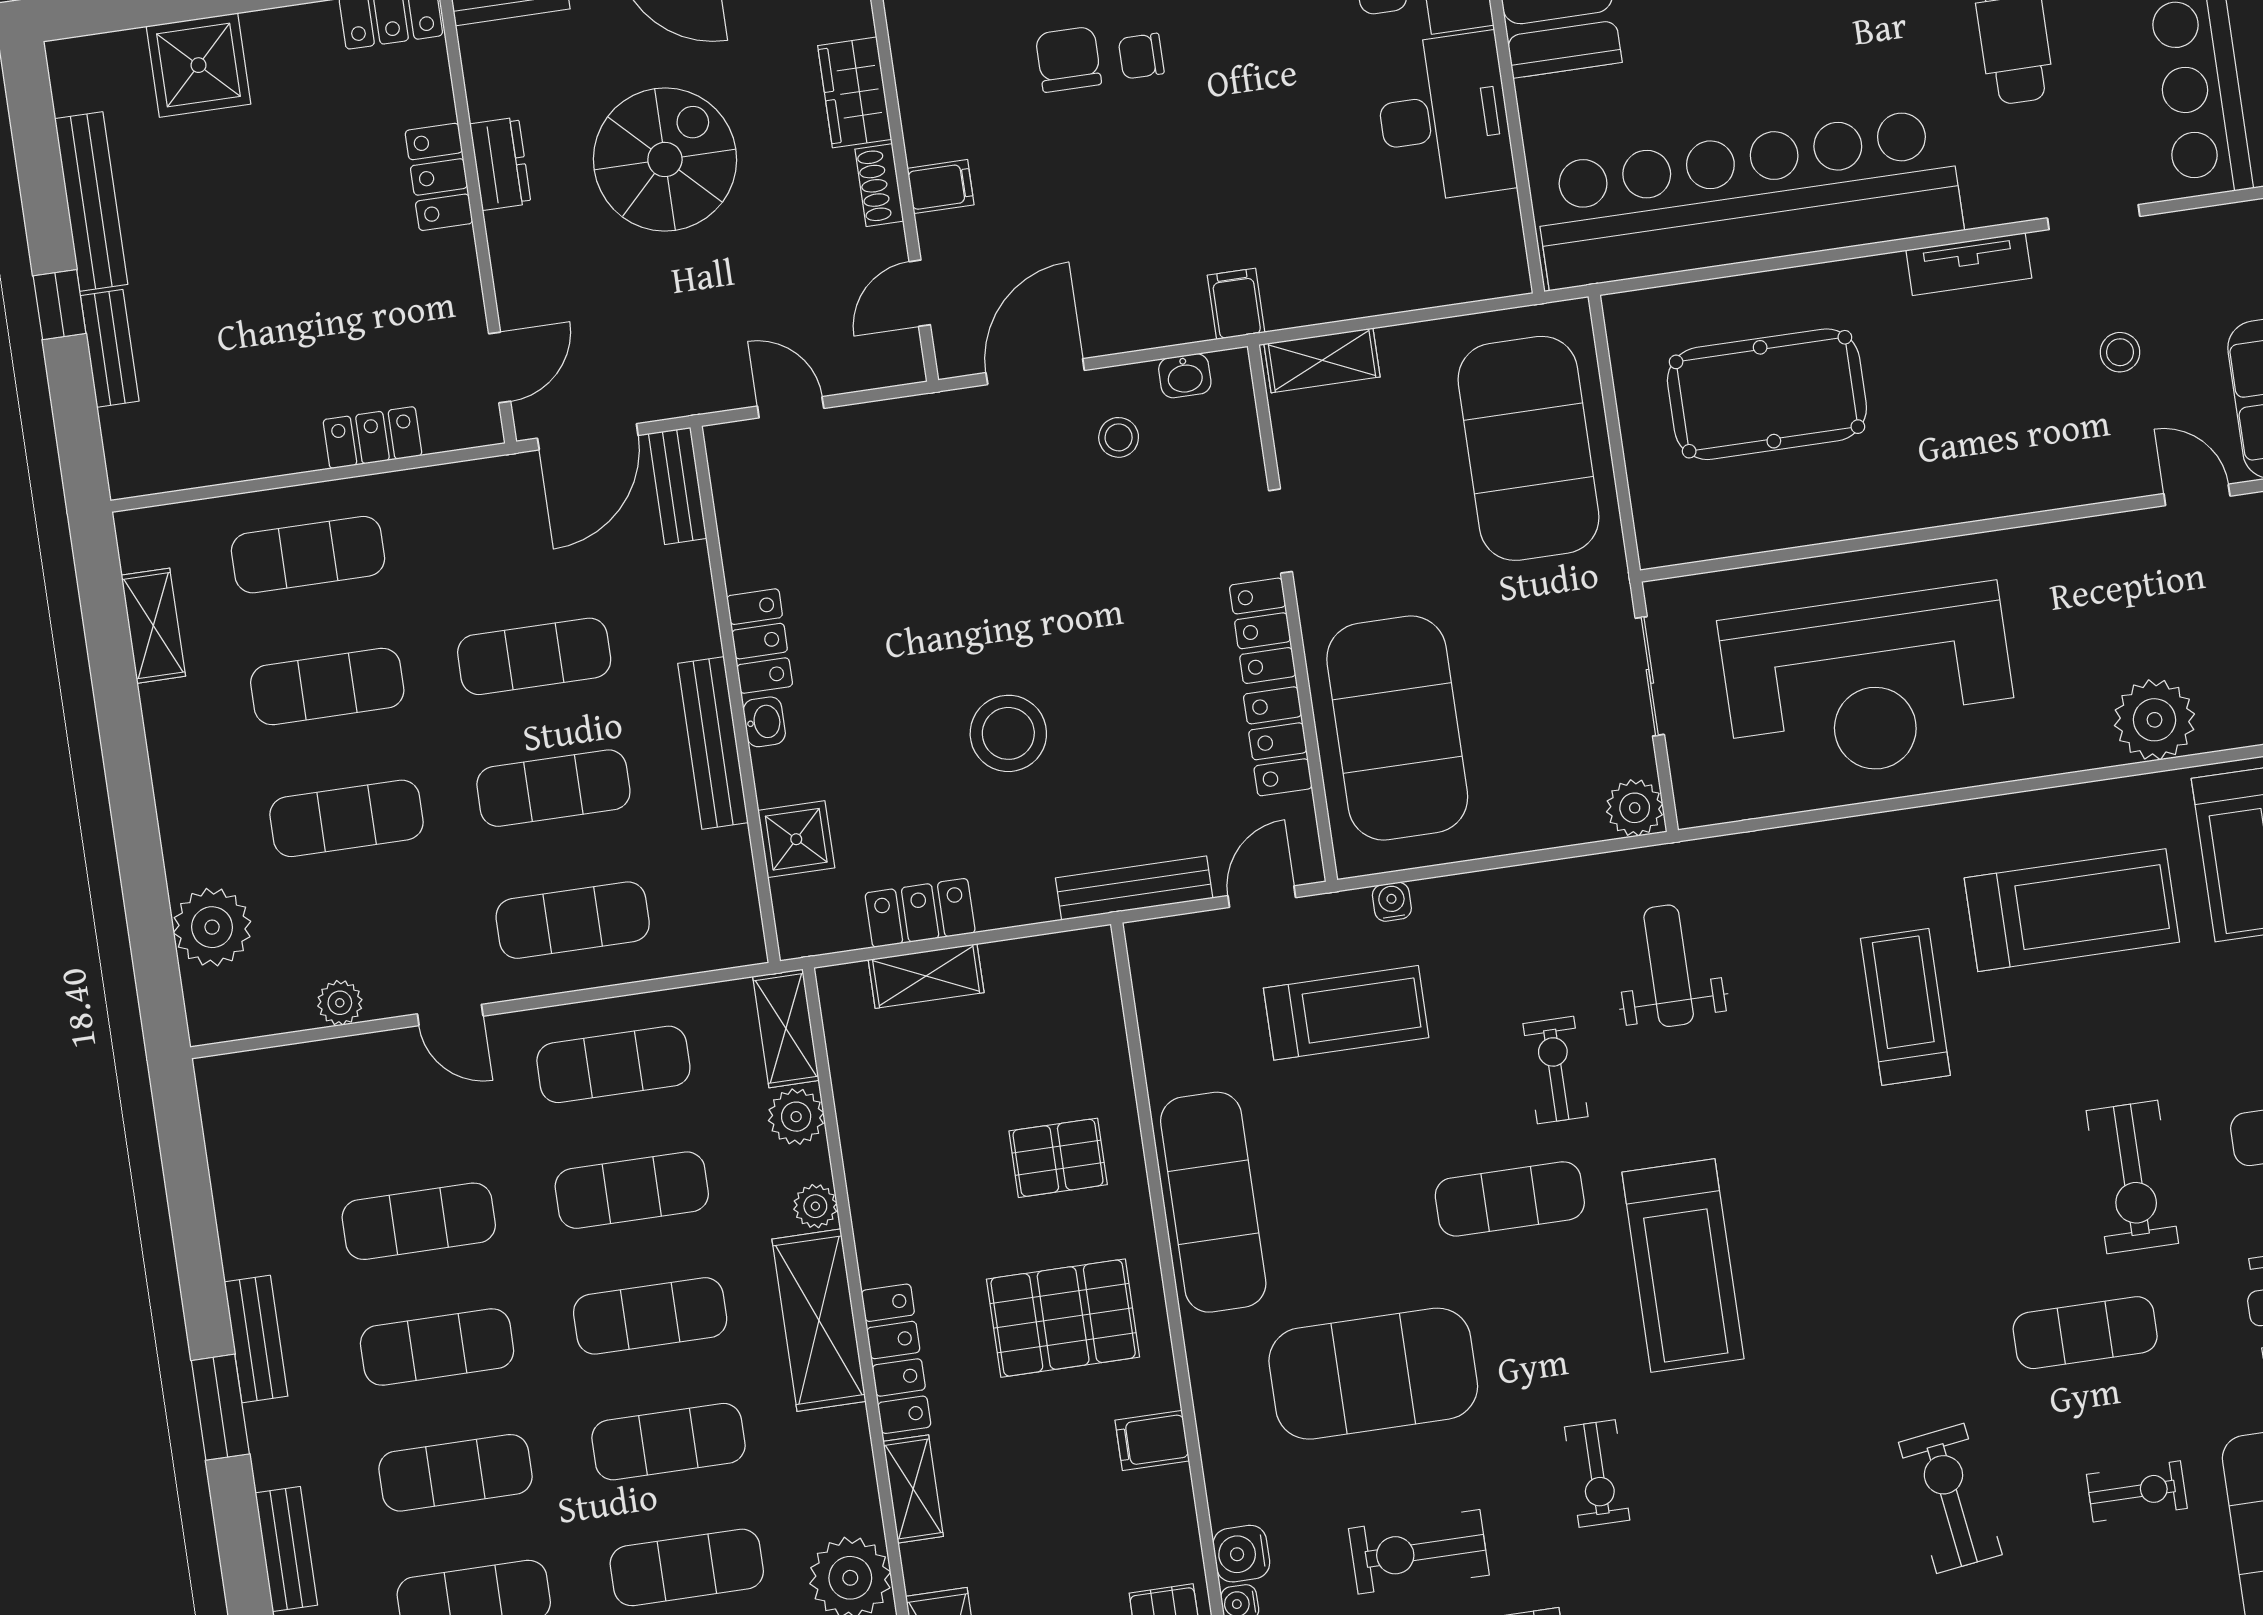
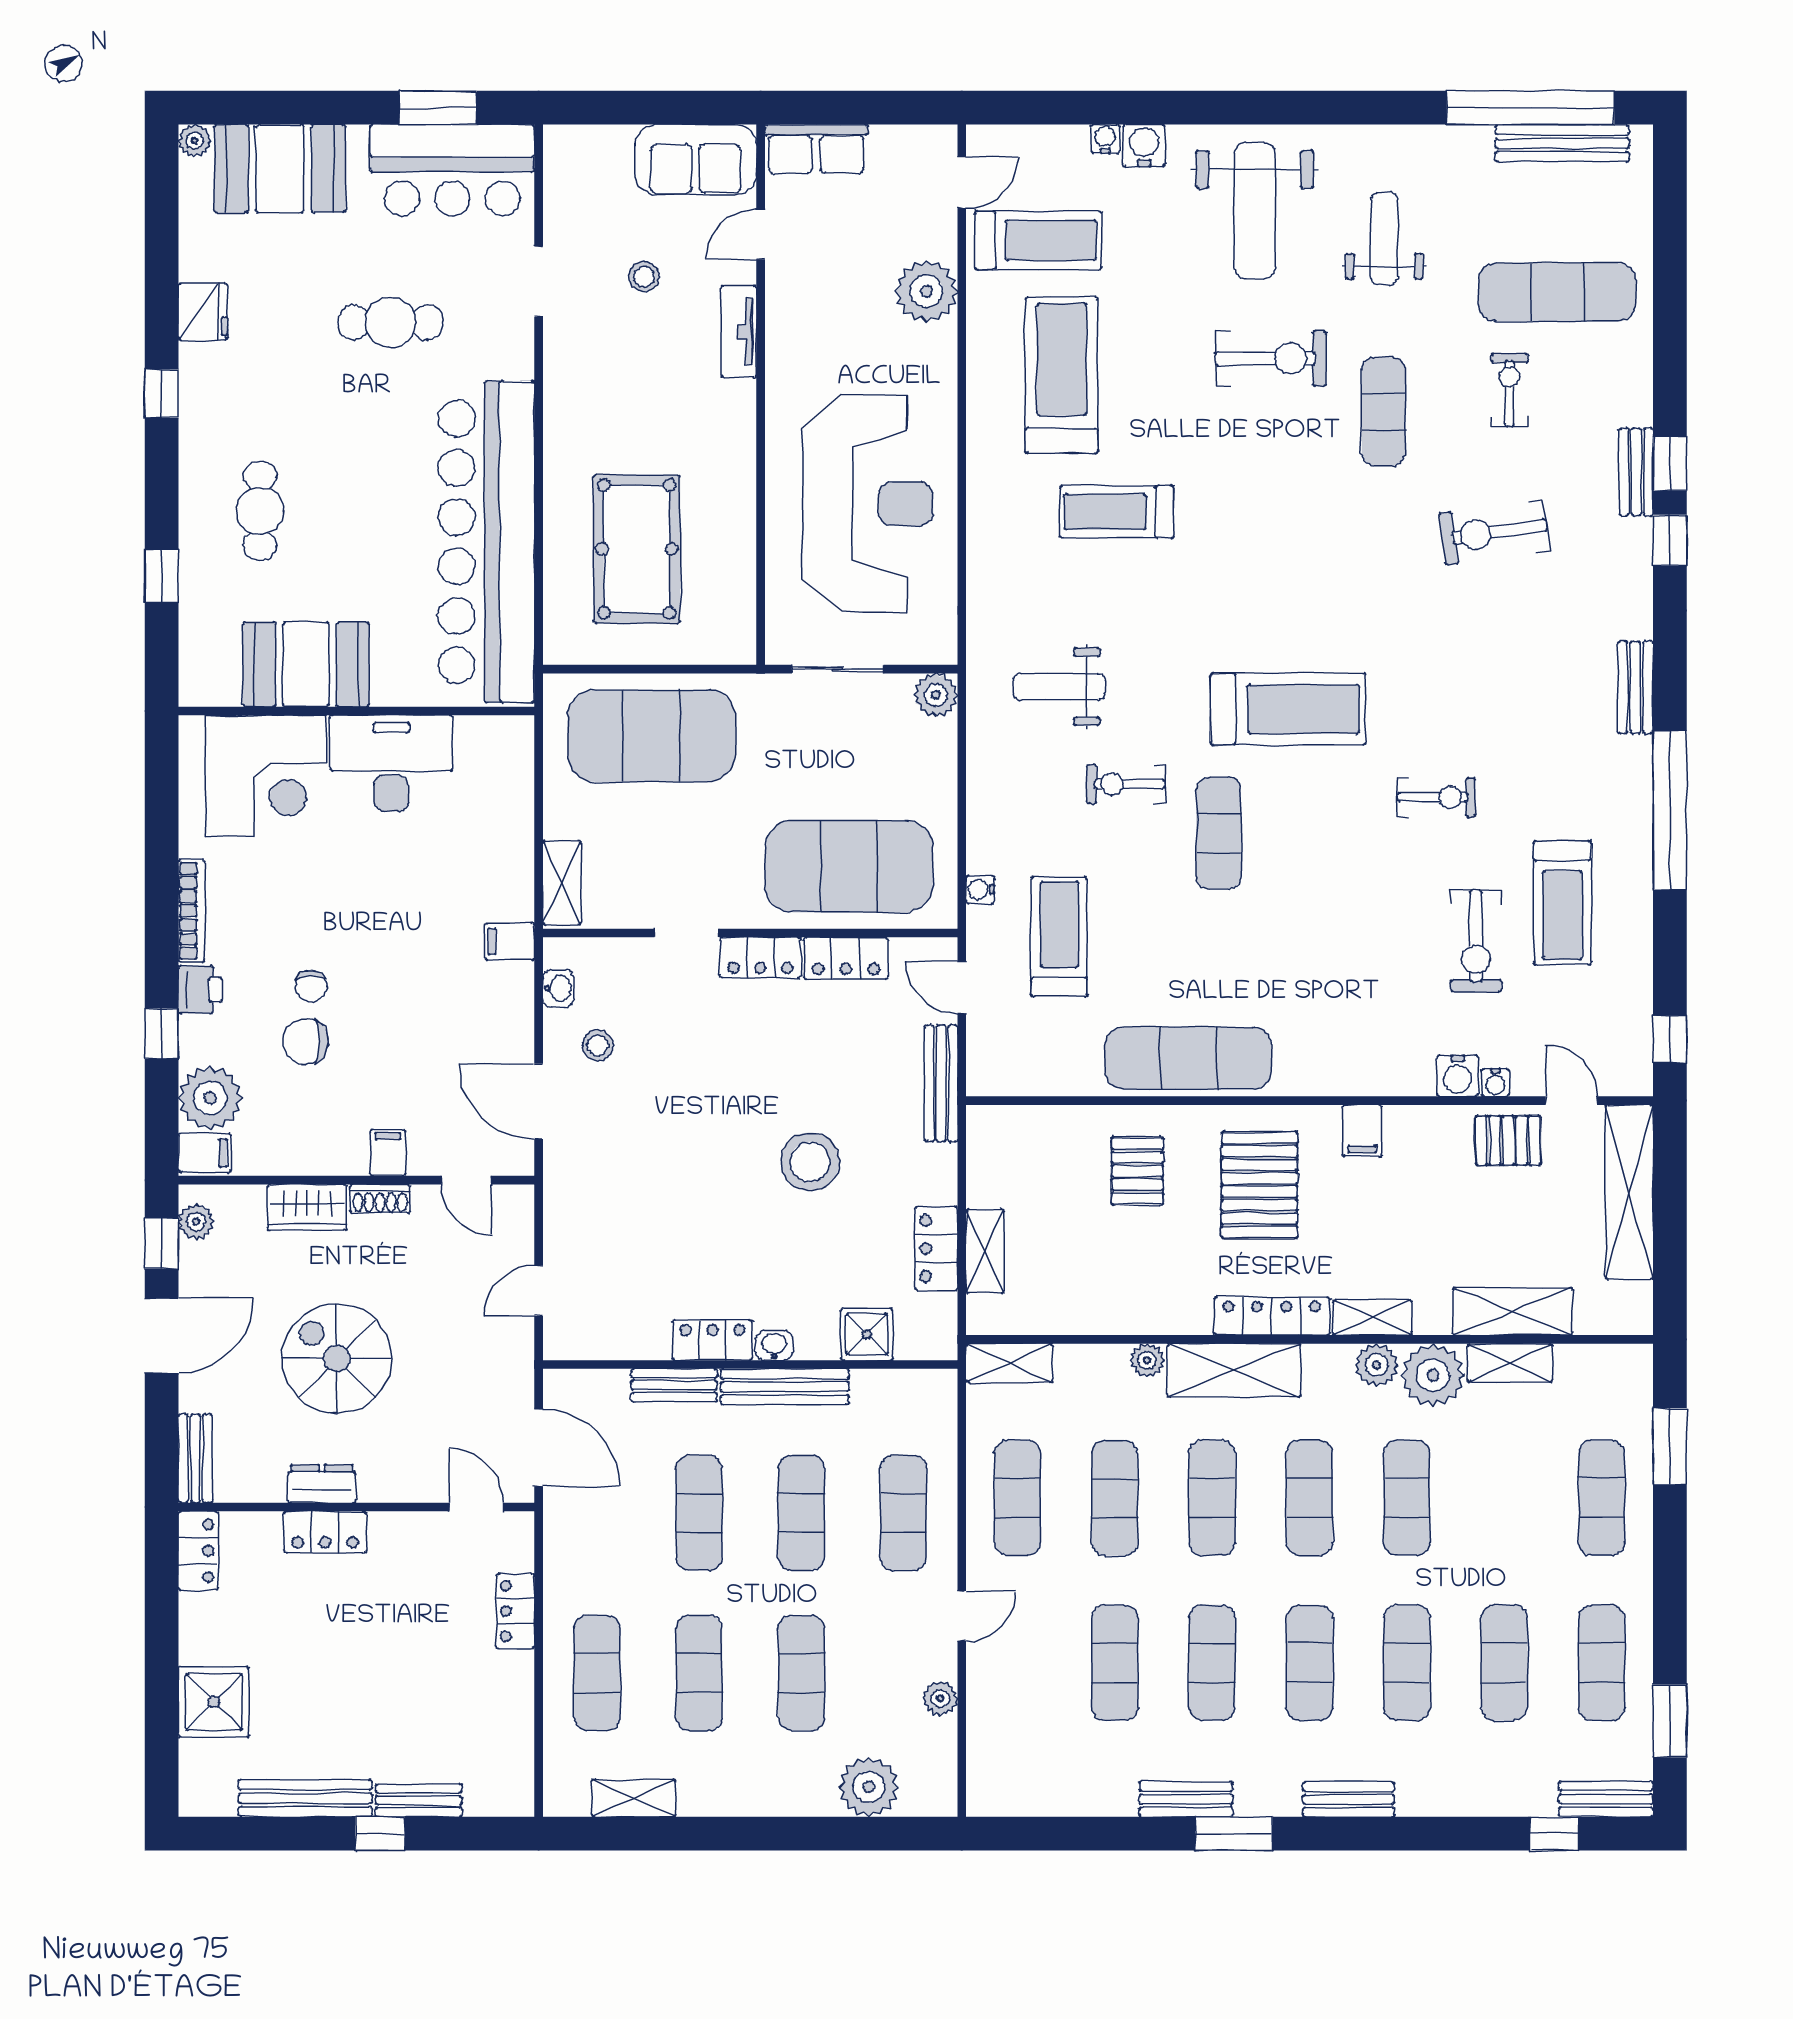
tv unit: (1969, 264) -> (739, 331), moved, turned 180
bench: (678, 486) -> (674, 1385), moved
plant: (796, 1117) -> (1377, 1365), moved
exercise mat: (1373, 1374) -> (1336, 956), removed

